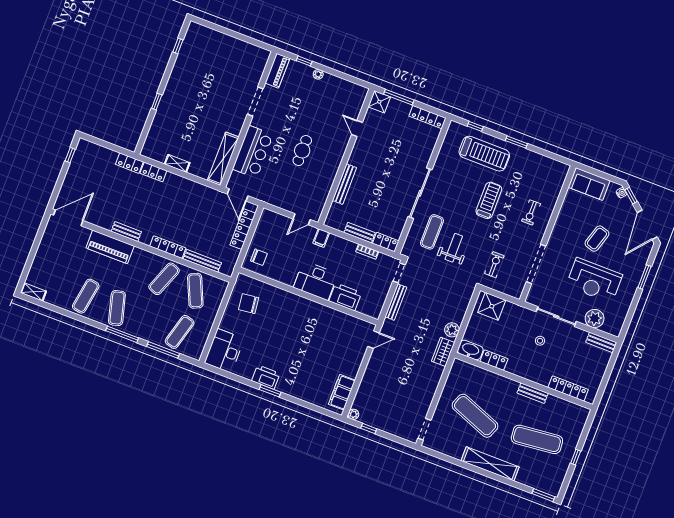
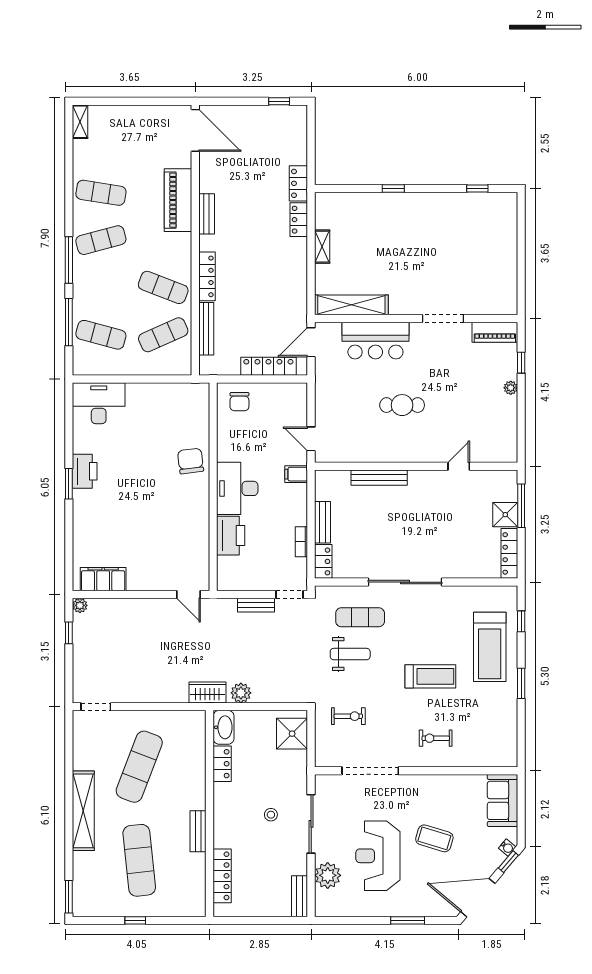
shower: (379, 102) -> (505, 515), moved
bench: (396, 302) -> (256, 605), width x0.73
chair: (249, 304) -> (191, 461), moved

